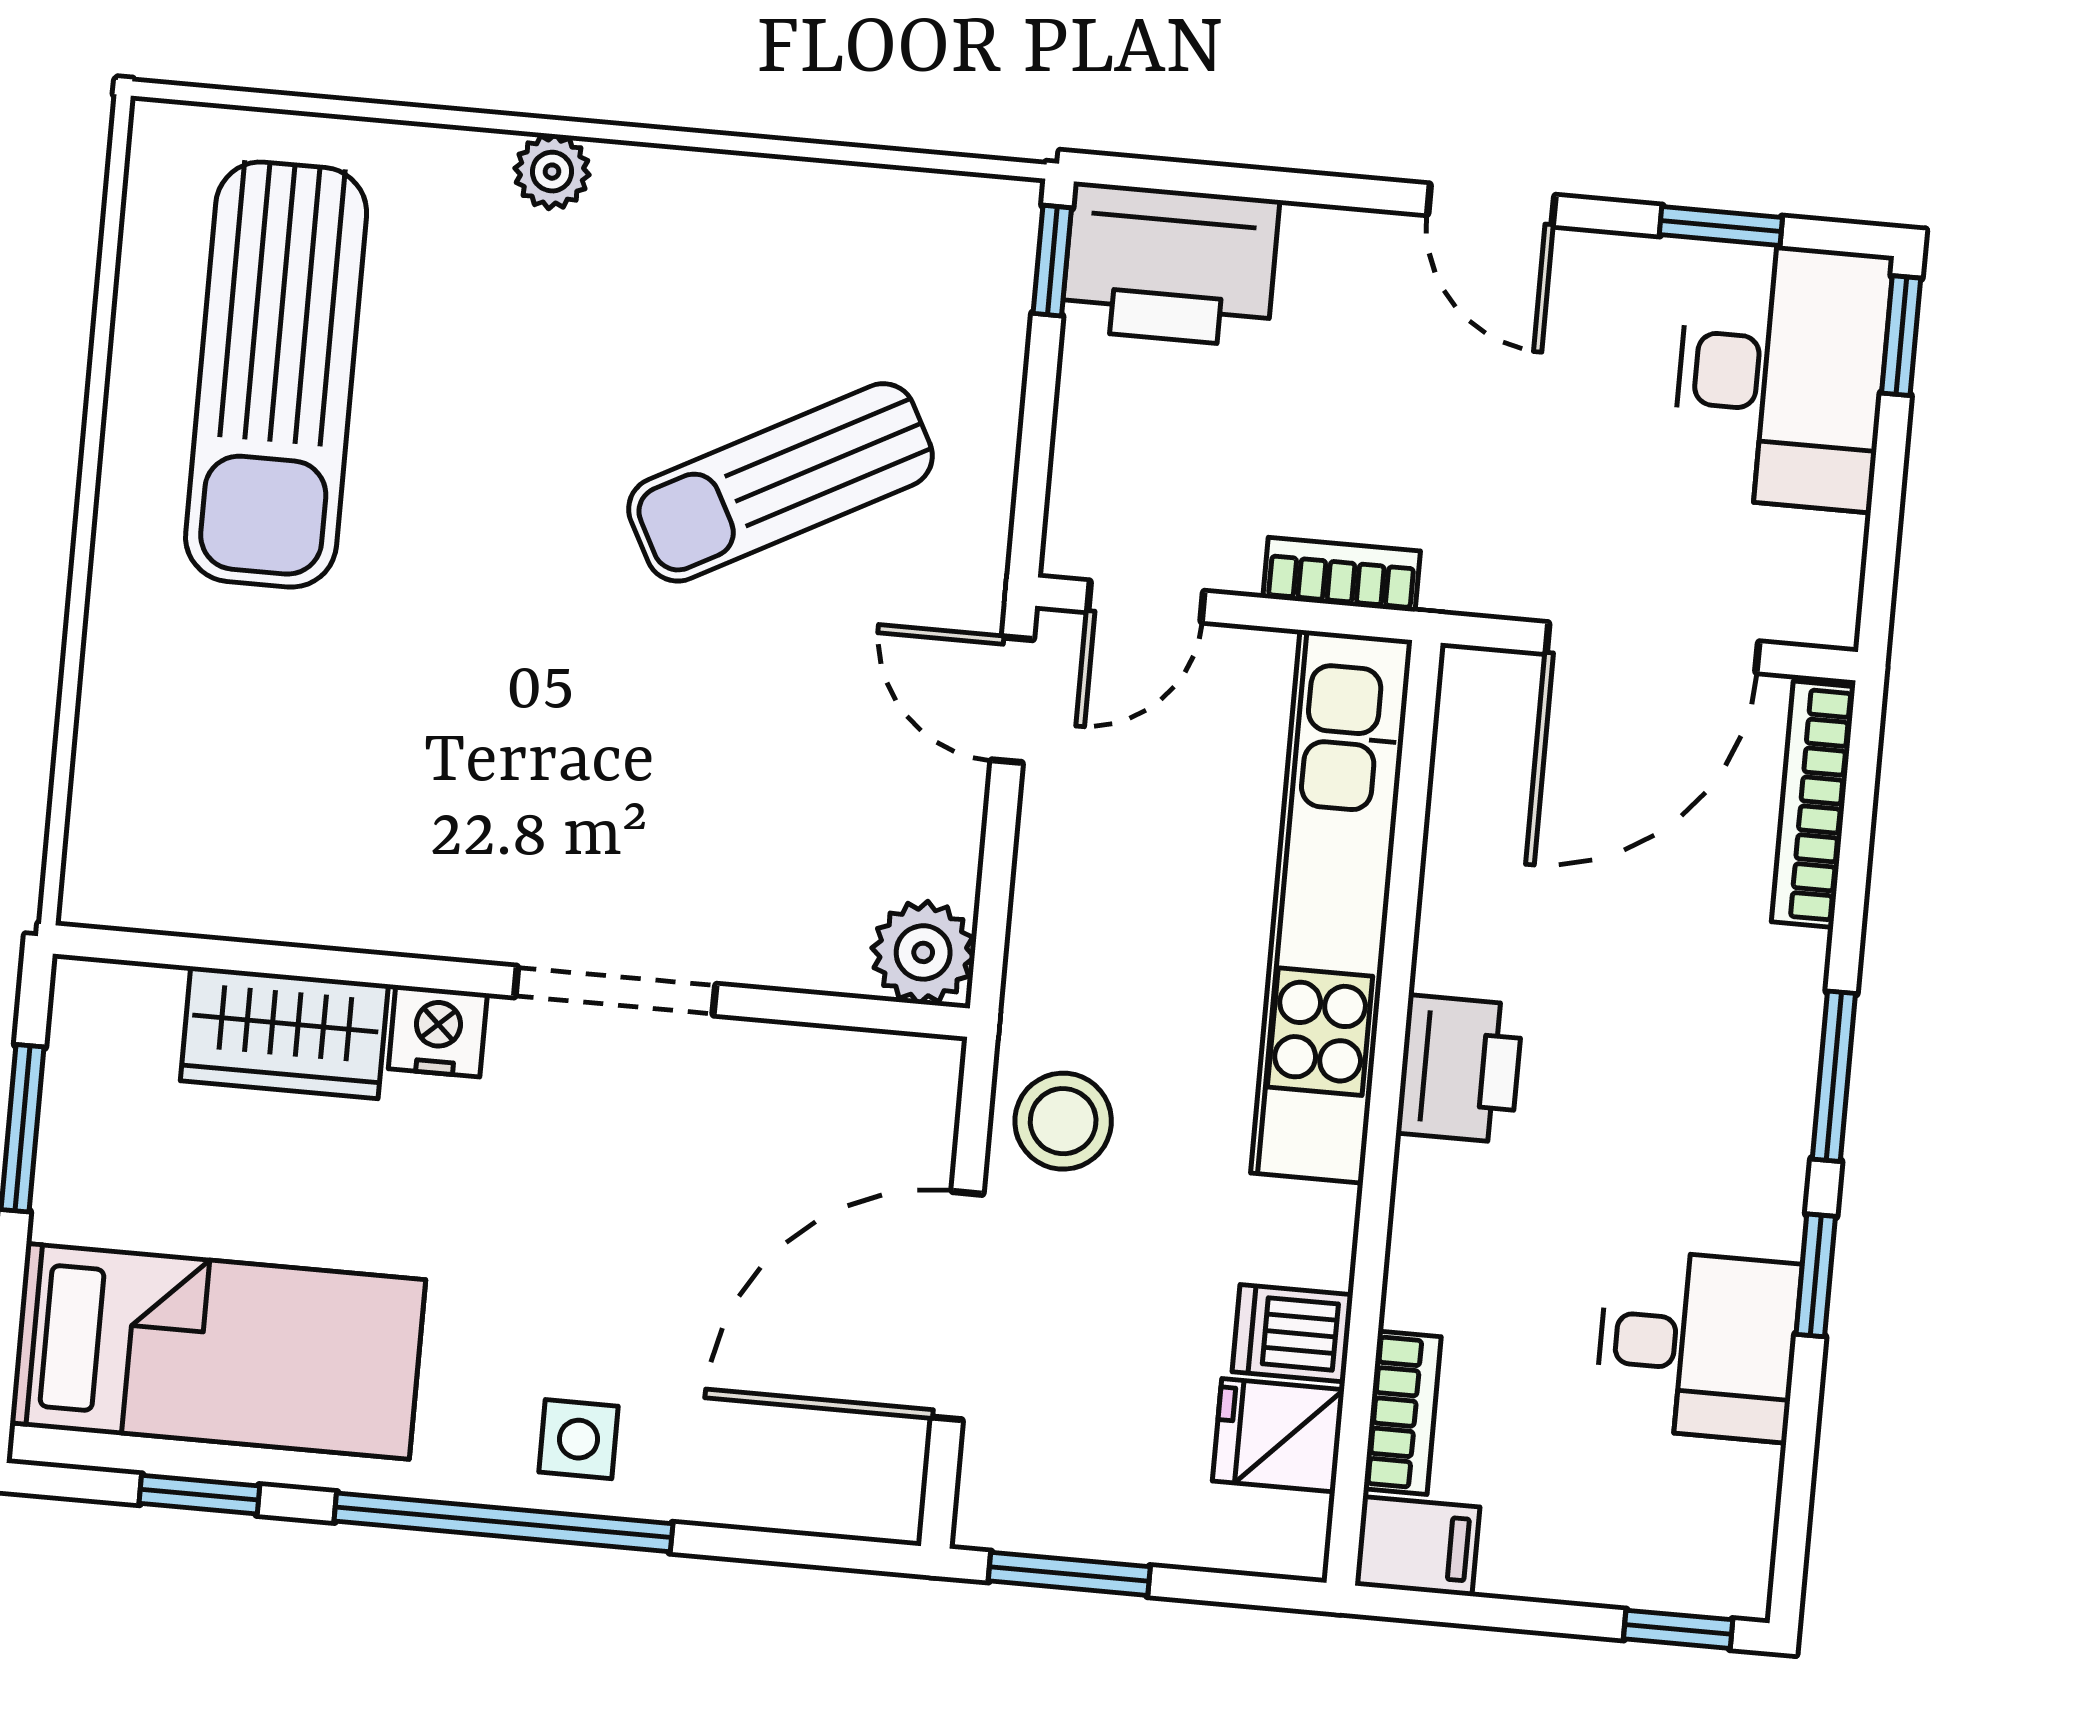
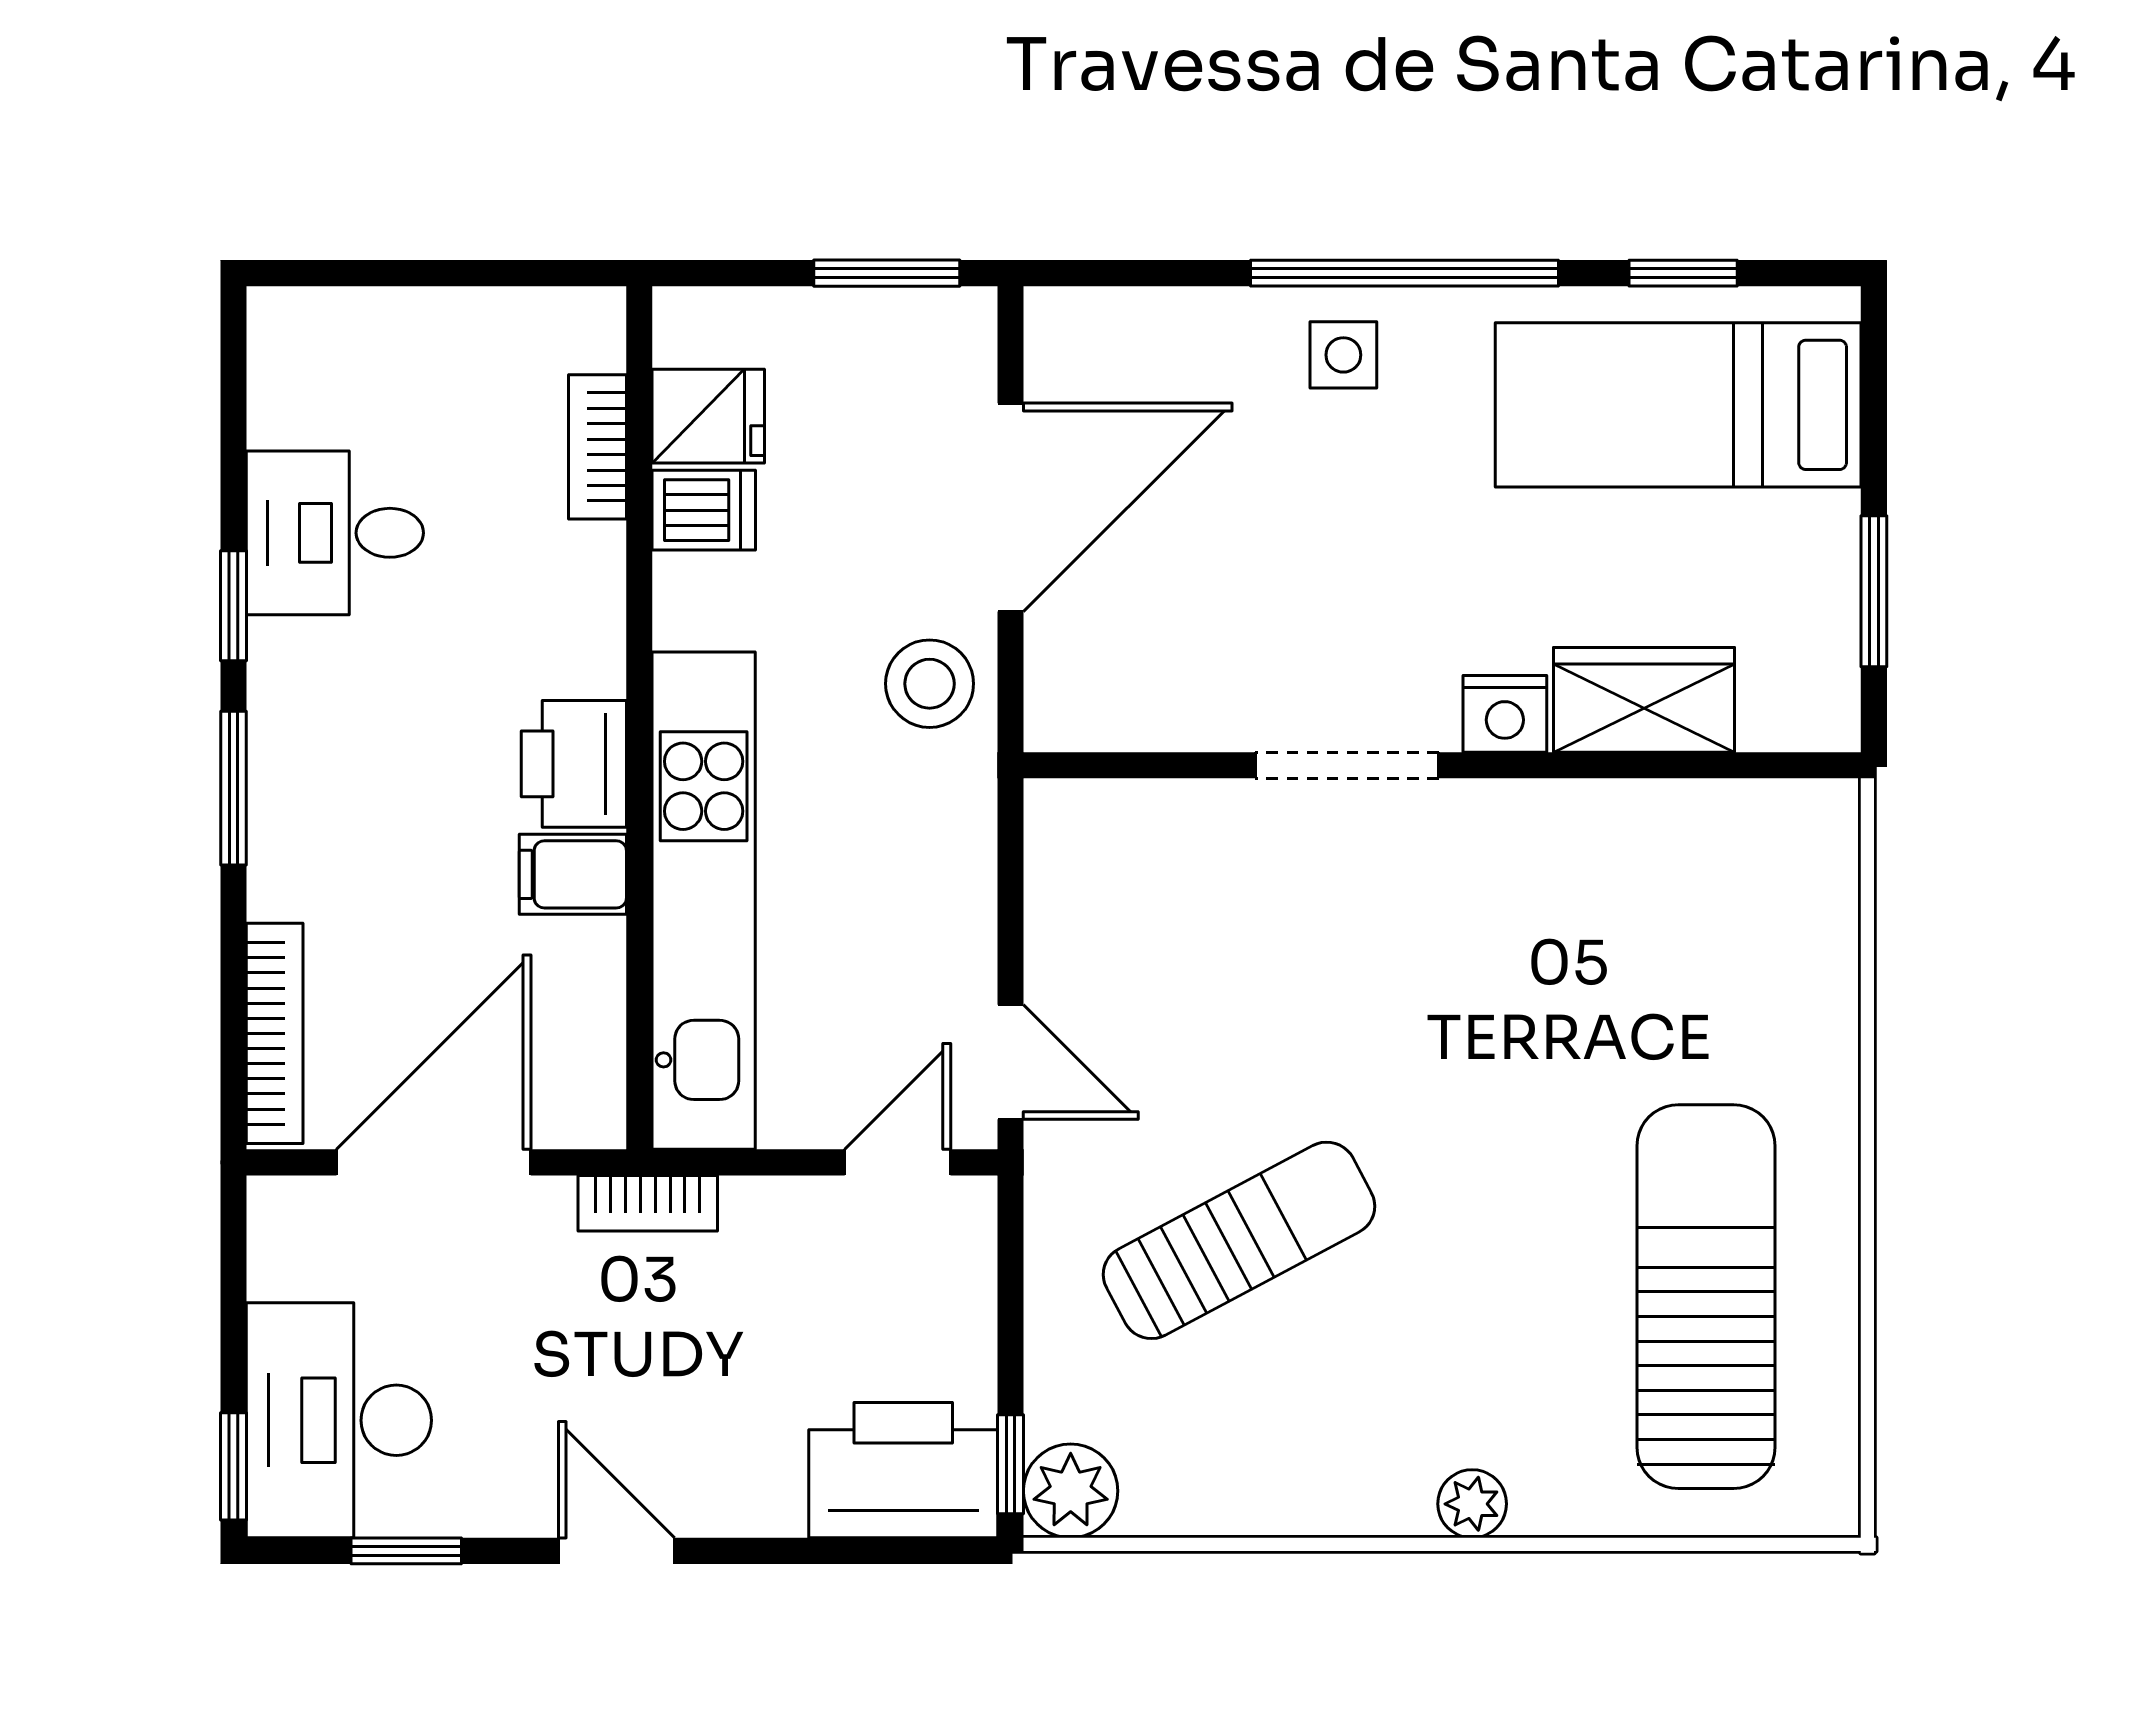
bookcase: (1342, 574) -> (648, 1203), moved
plant: (923, 952) -> (1071, 1491), moved
filing cabinet: (1417, 1545) -> (573, 874), moved
window: (1678, 1629) -> (329, 273), removed

